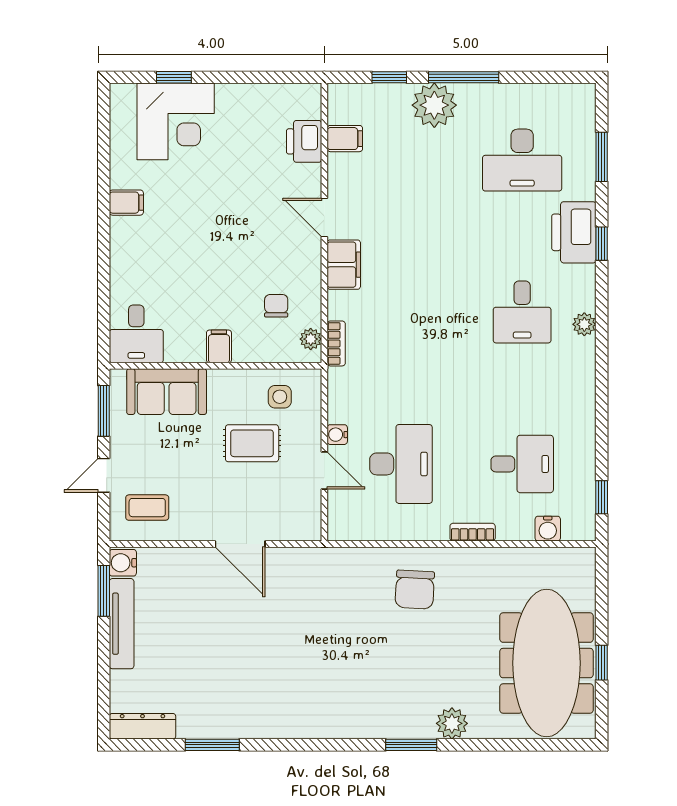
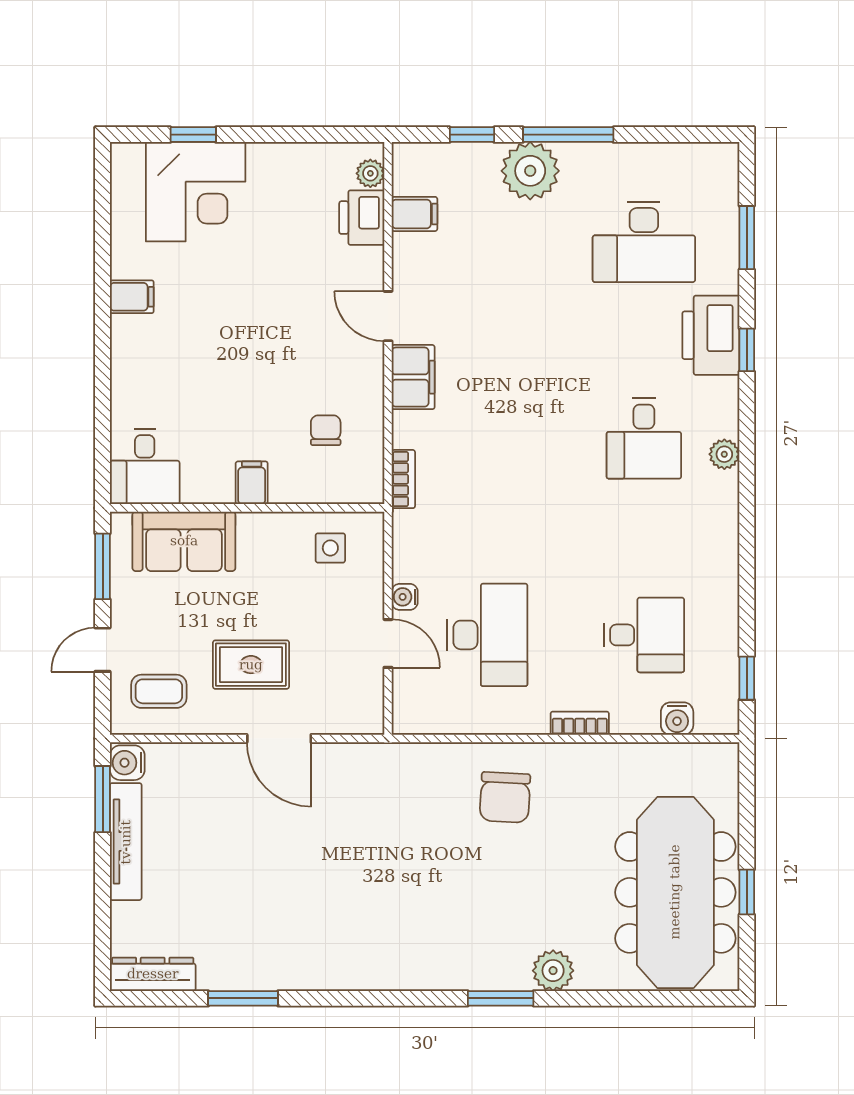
plant: (311, 339) -> (370, 173), moved
rug: (252, 443) -> (251, 665), moved

